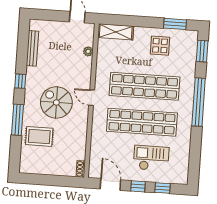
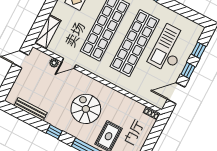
door: (92, 98) -> (69, 63), moved
spiral stairs: (56, 102) -> (86, 109), turned 90
checkout: (151, 158) -> (169, 49), width x1.36, depth x1.21

